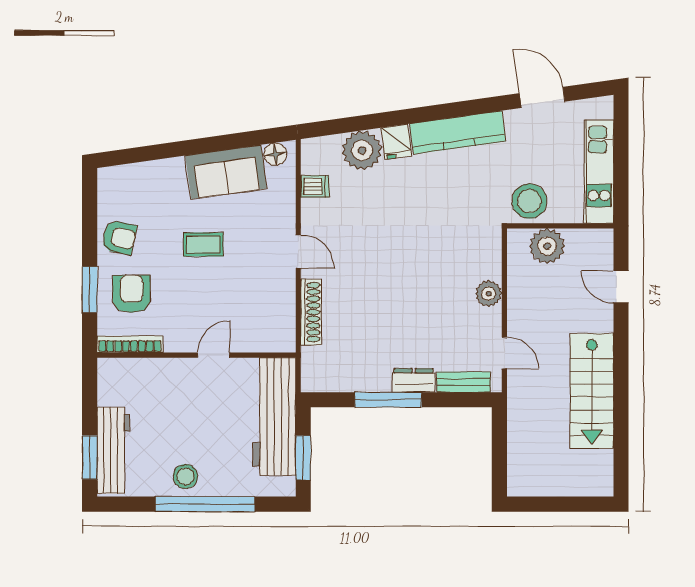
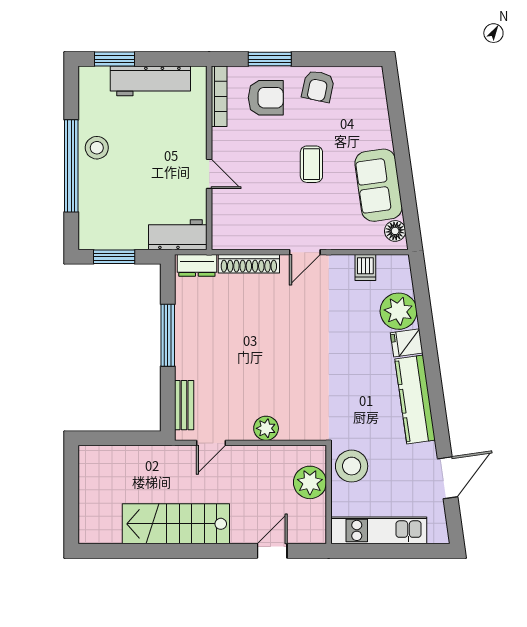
dresser: (414, 380) -> (197, 265), moved, turned 90
workbench: (274, 417) -> (178, 235), width x0.53, depth x0.76
workbench: (113, 450) -> (150, 81), moved

